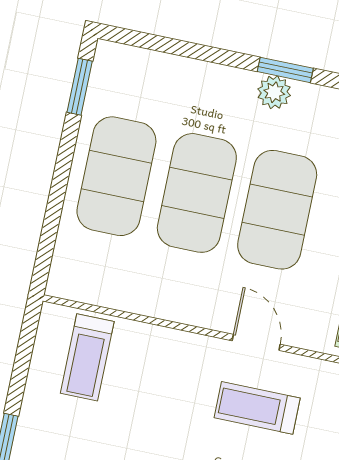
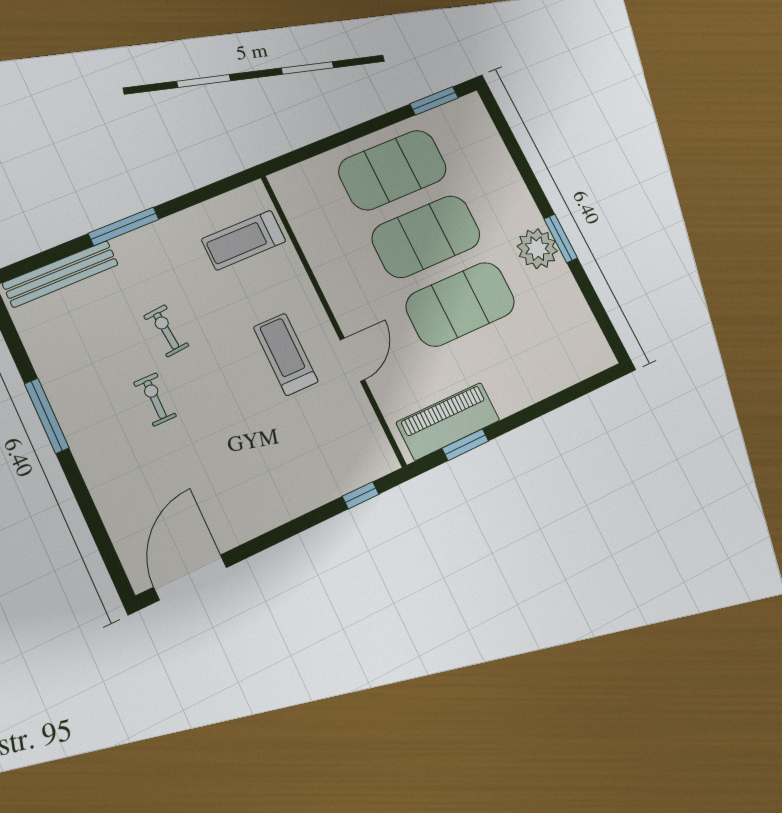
plant: (274, 92) -> (537, 249), width x1.36, depth x1.36
treadmill: (257, 408) -> (286, 354), moved

